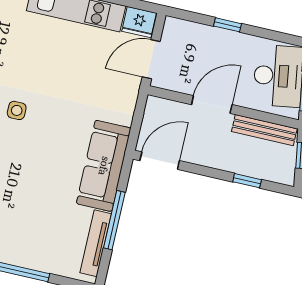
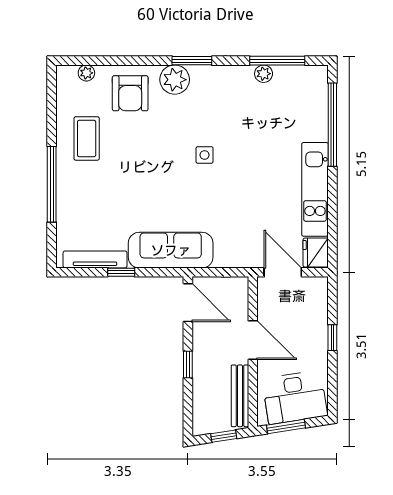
window: (247, 181) -> (188, 364), moved
window: (114, 220) -> (121, 272), width x0.46

